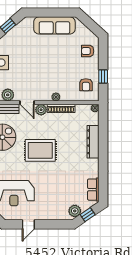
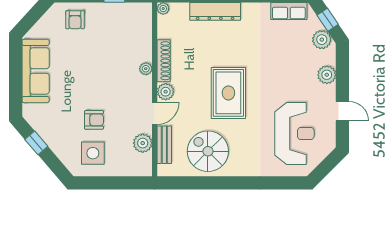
armchair: (86, 85) -> (94, 120), moved
plant: (52, 214) -> (327, 75), added

